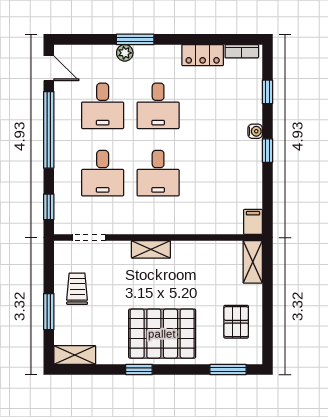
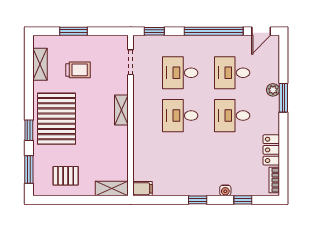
water cooler: (255, 131) -> (225, 190), moved
trolley: (77, 289) -> (78, 70), moved
shelving: (75, 355) -> (40, 64), moved
window: (139, 370) -> (29, 130), moved

